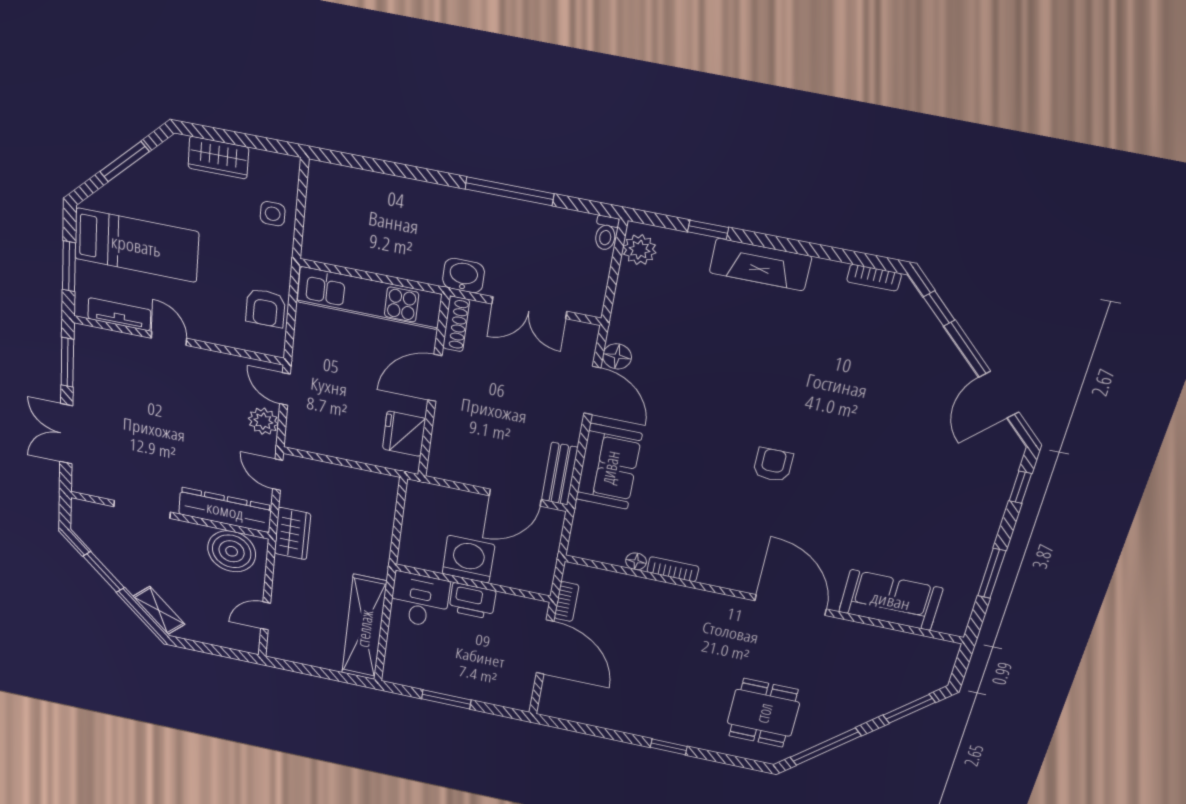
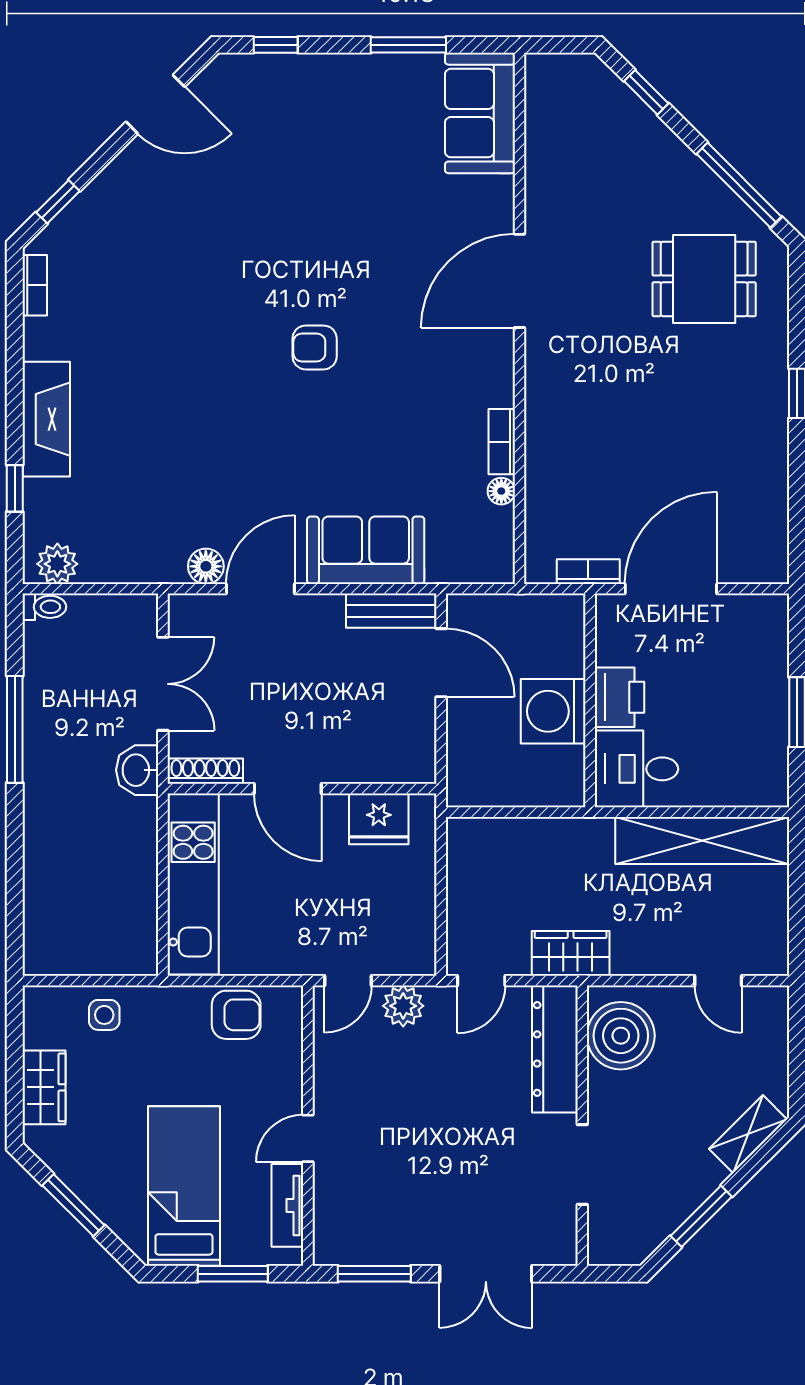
sofa: (891, 600) -> (480, 113), moved
window: (909, 709) -> (646, 92), width x0.67

